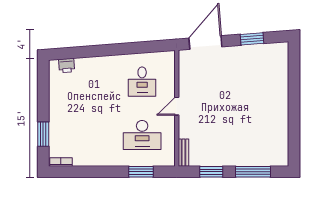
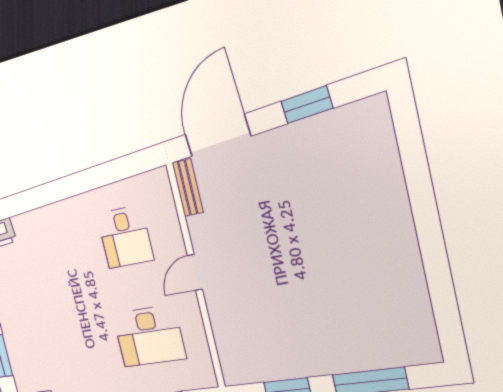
bench: (184, 153) -> (188, 188), moved

